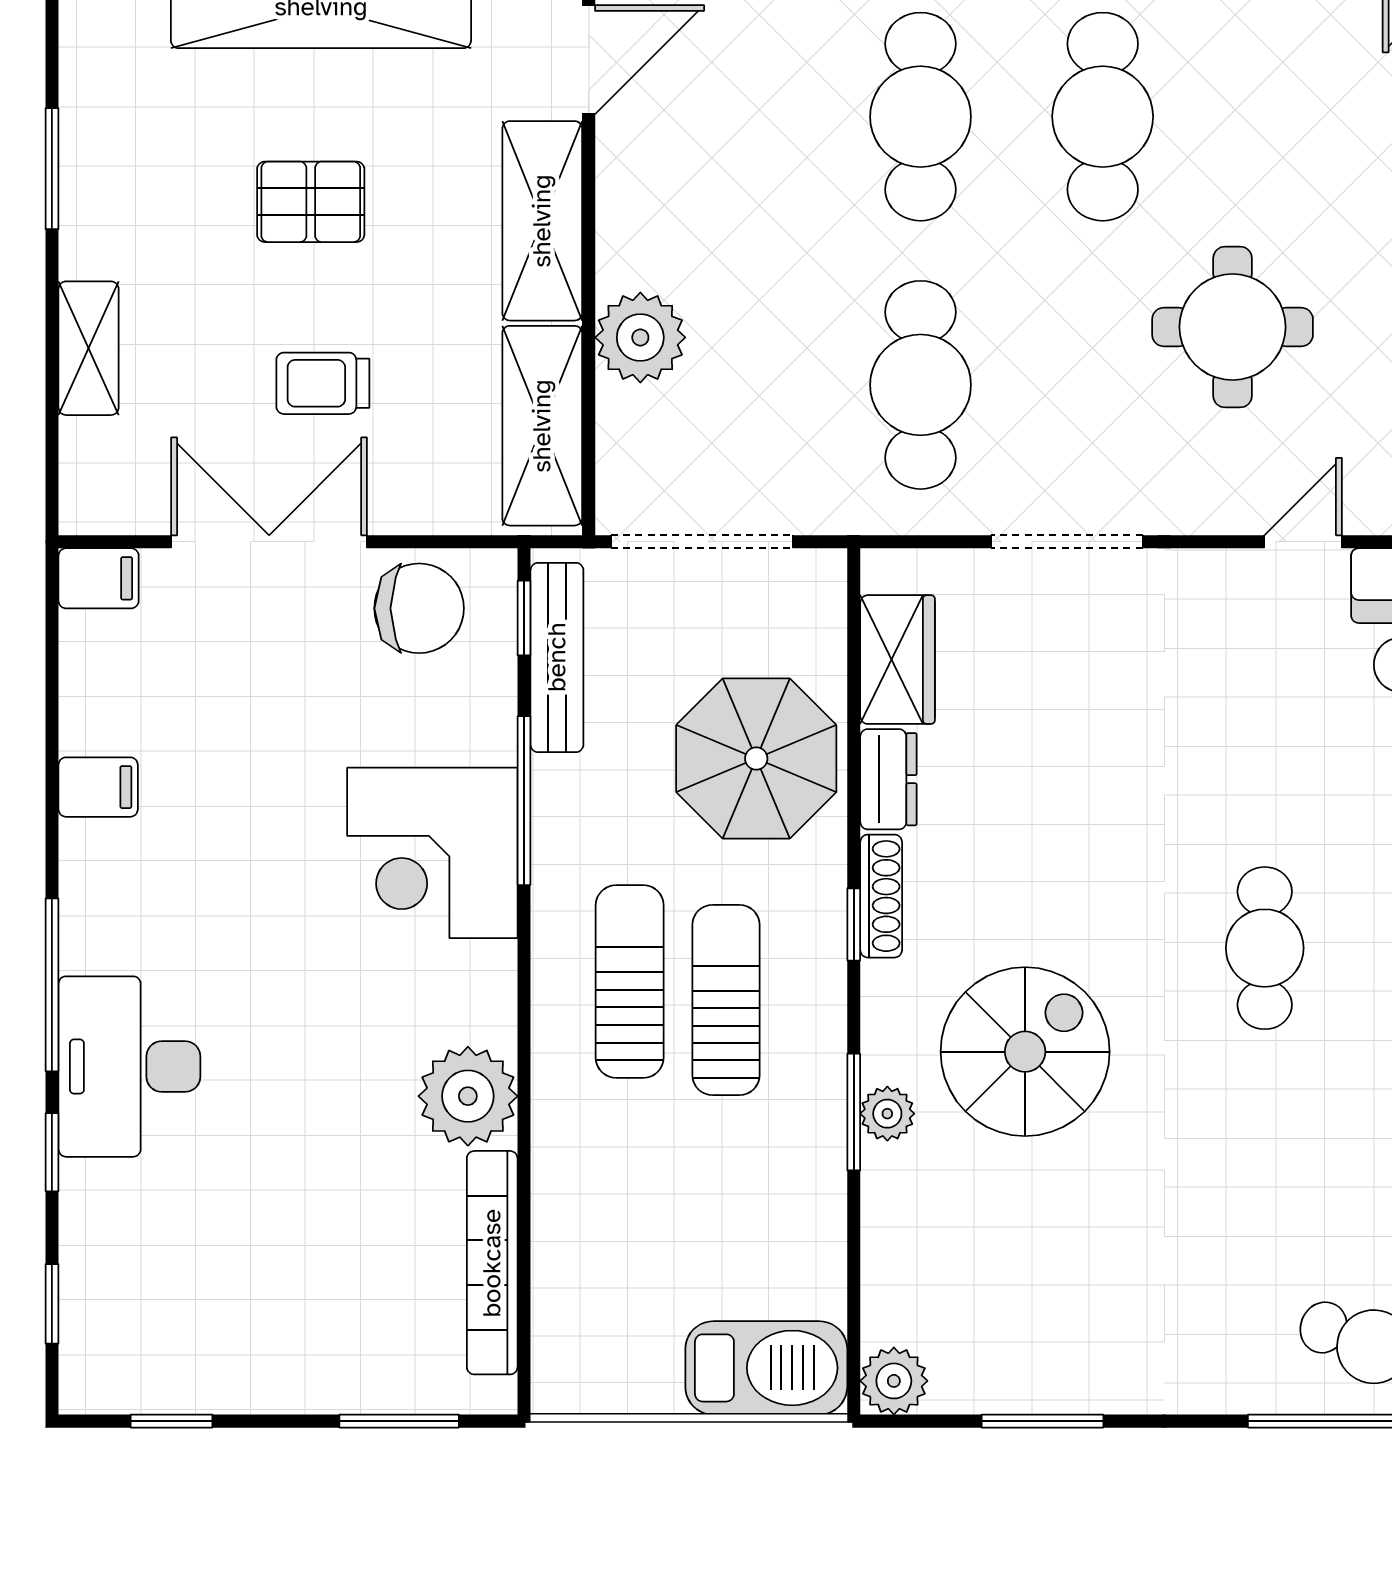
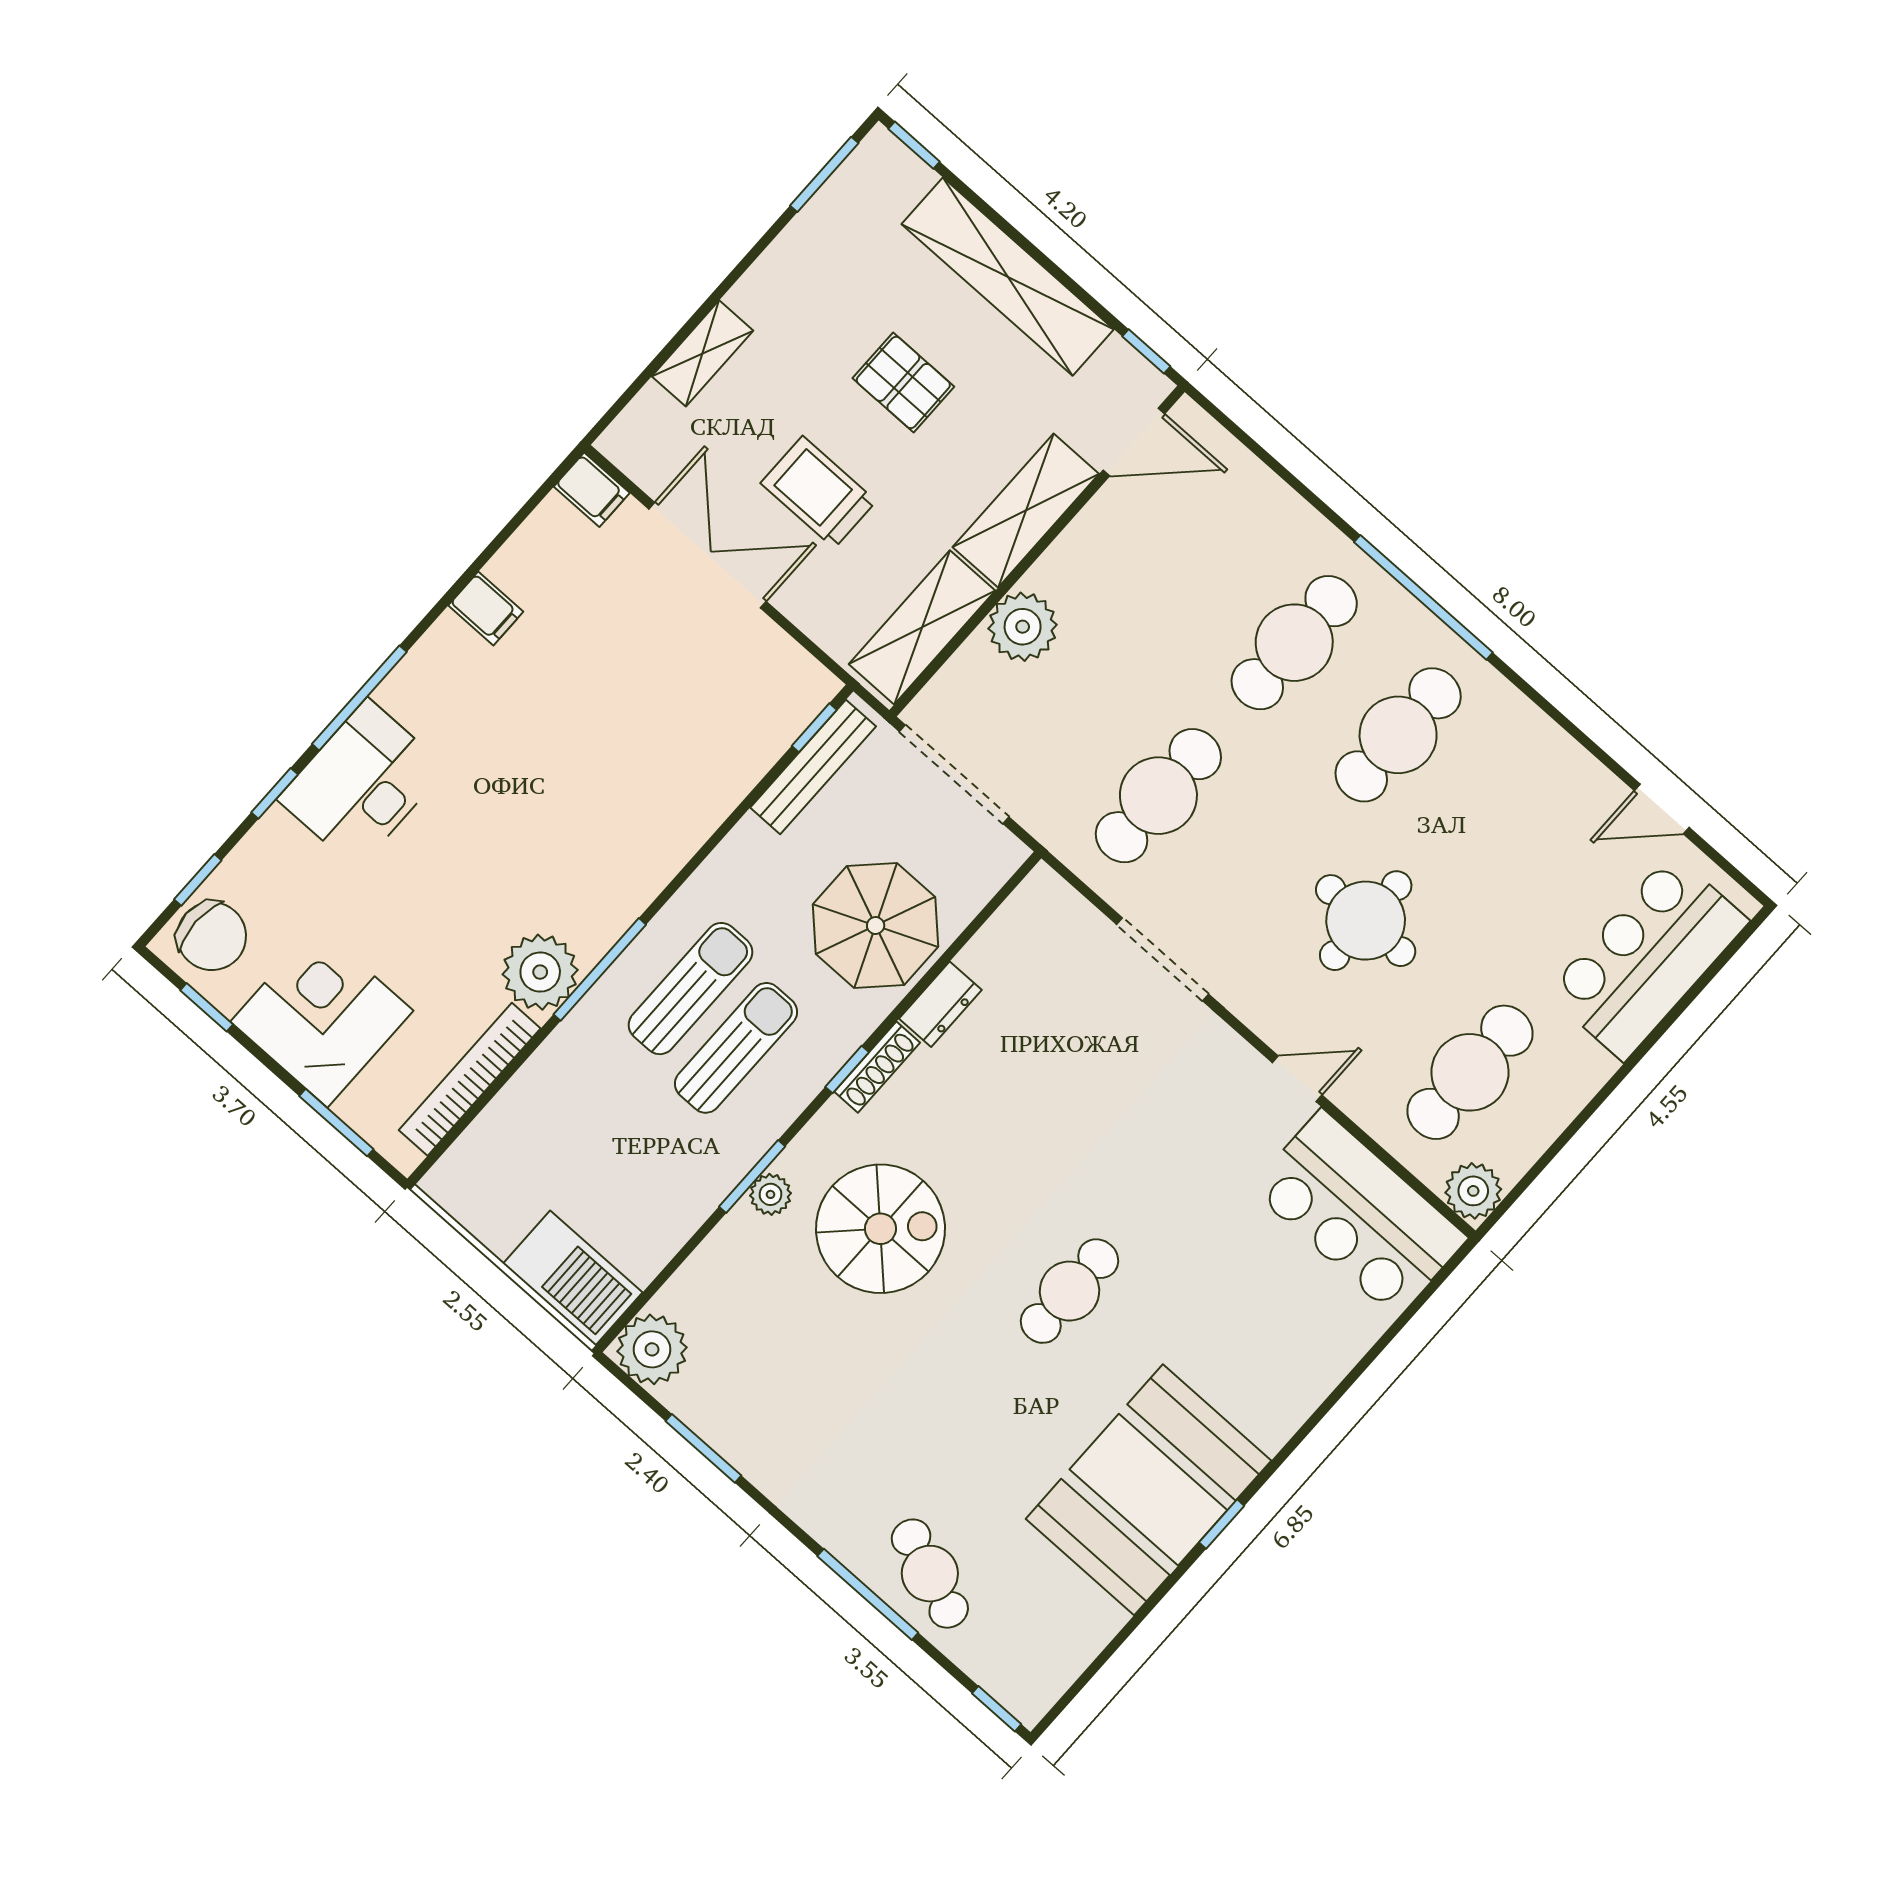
window: (52, 169) -> (824, 174), moved
trolley: (323, 383) -> (818, 492), width x1.36, depth x1.39
chair: (419, 608) -> (212, 936), moved
wardrobe: (898, 660) -> (1006, 941), removed
window: (524, 801) -> (600, 969), moved
corner desk: (432, 853) -> (322, 1016), moved, turned 90
plant: (894, 1381) -> (652, 1349), width x1.36, depth x1.36

